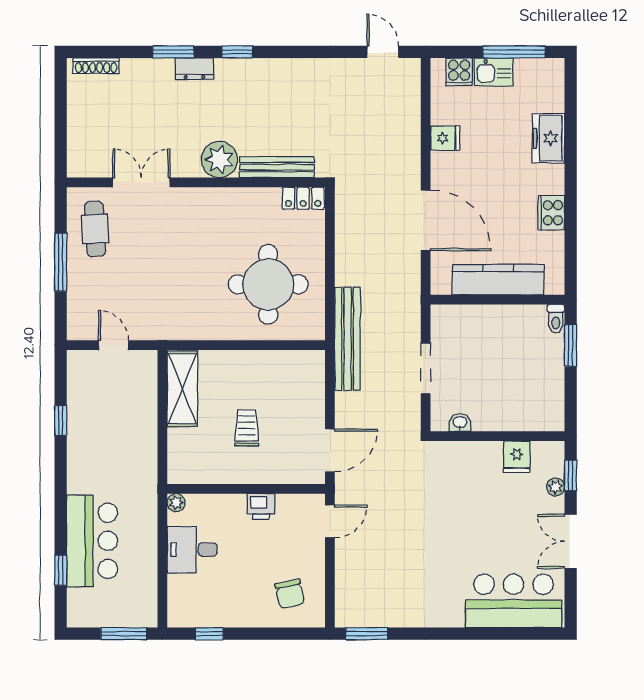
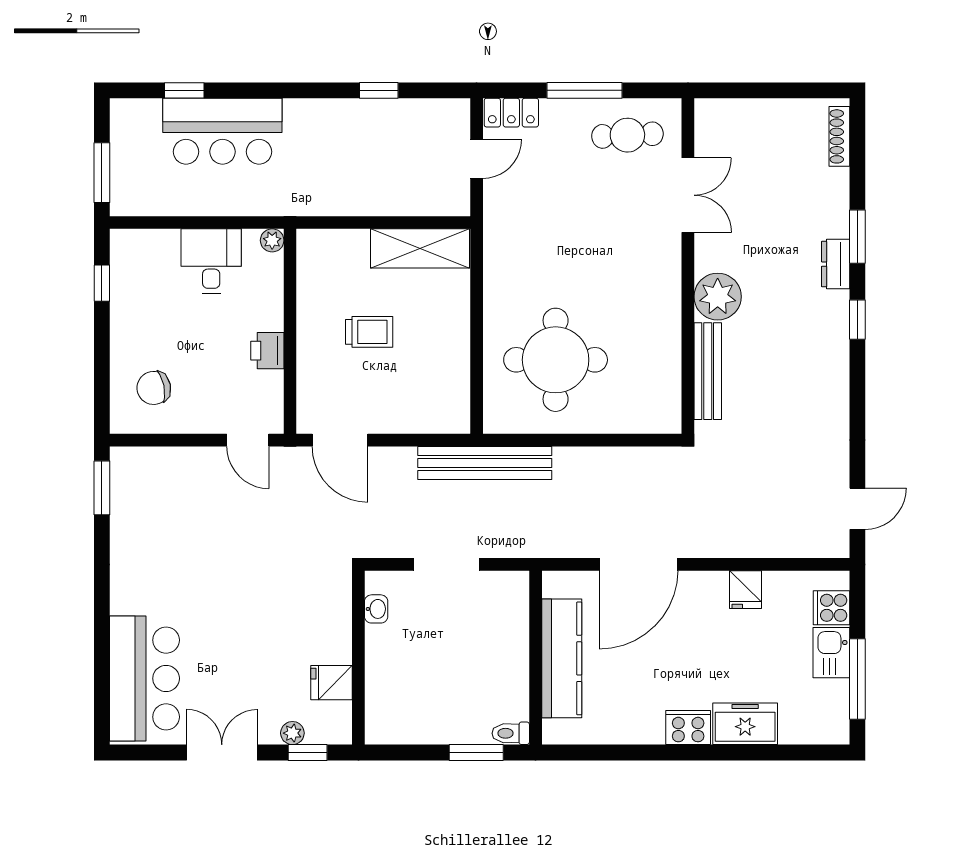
locker: (303, 198) -> (511, 113), moved, turned -90
cooker: (551, 213) -> (688, 727), moved

